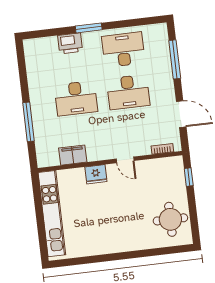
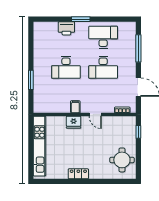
window: (28, 122) -> (31, 80), width x0.69
filing cabinet: (73, 155) -> (75, 107), moved, width x0.50
locker: (111, 246) -> (78, 174), added

